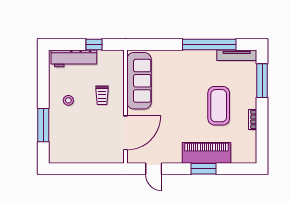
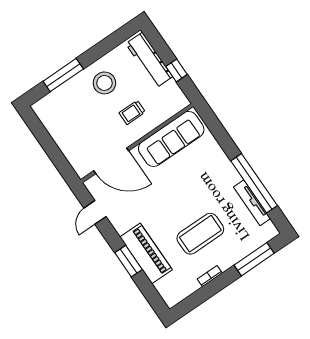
tv unit: (237, 55) -> (252, 203), moved
stool: (68, 100) -> (104, 83), width x1.89, depth x1.89

